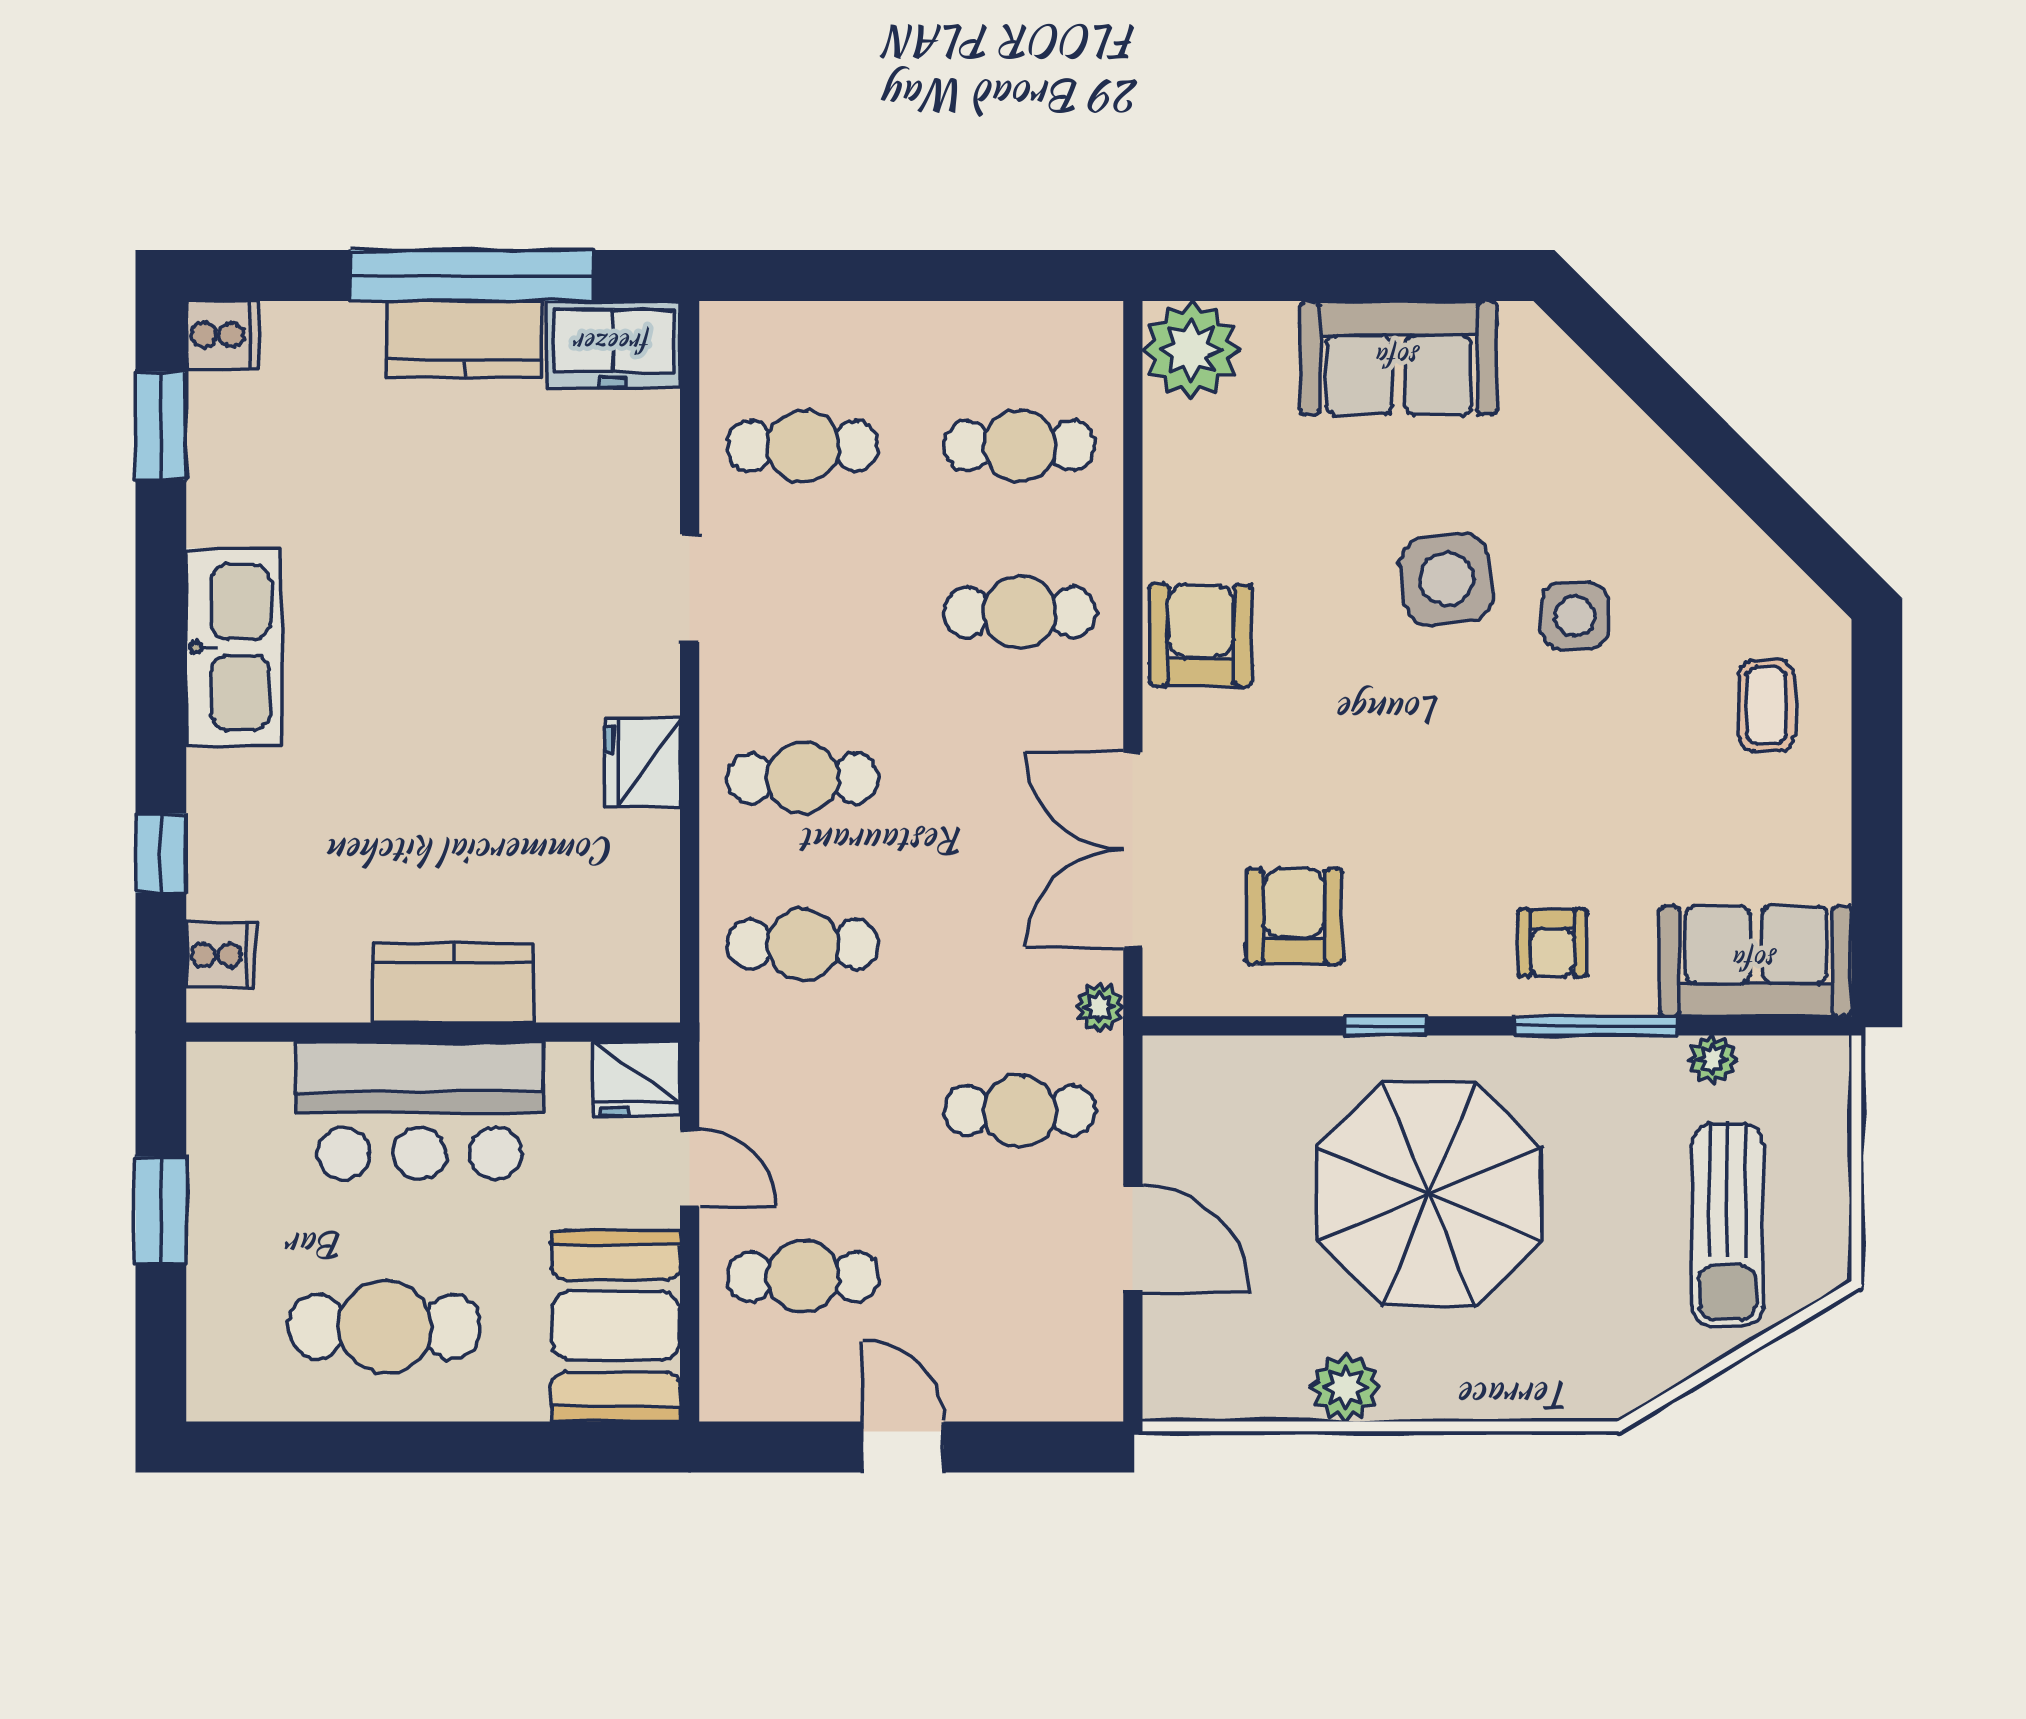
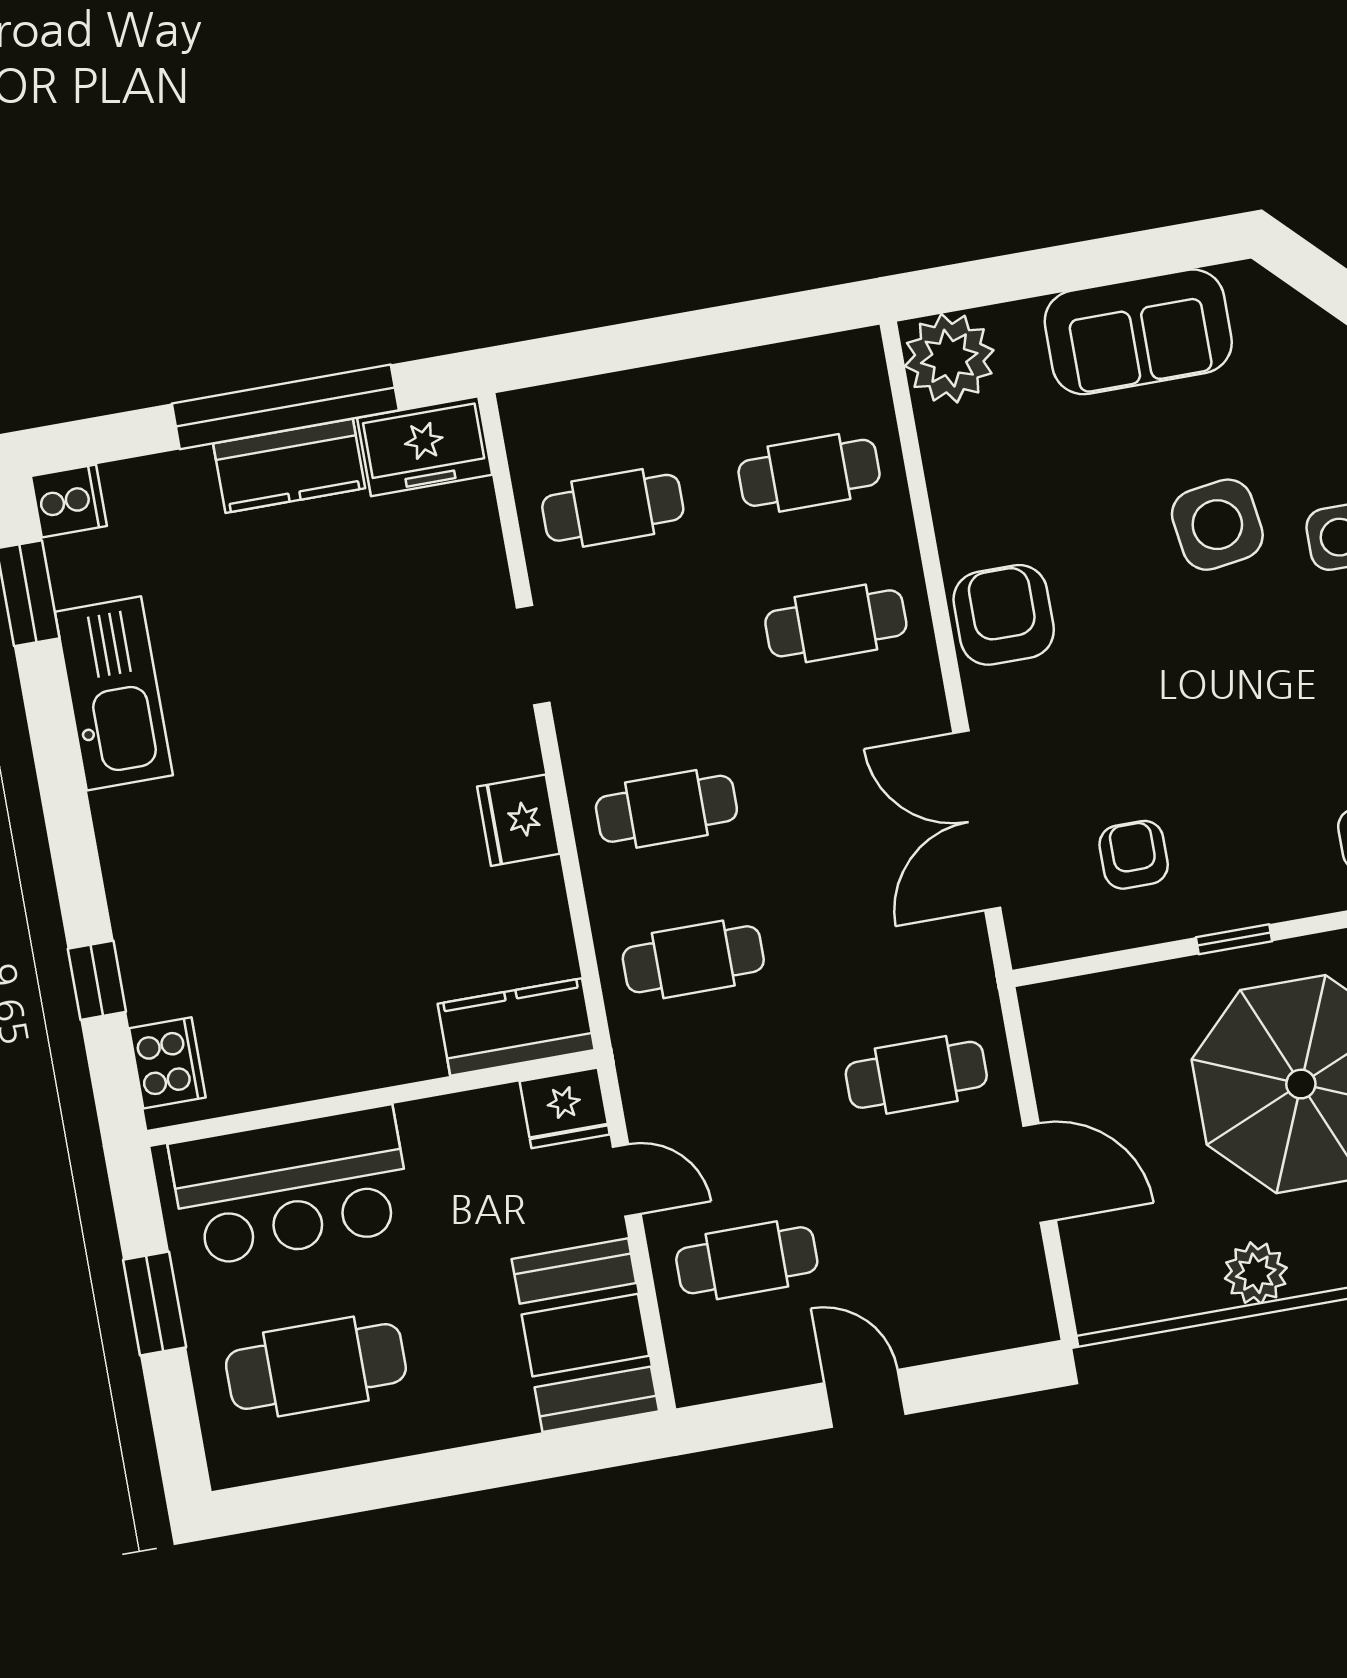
kitchen sink: (234, 647) -> (114, 693), moved
armchair: (1294, 916) -> (1134, 855), width x0.72, depth x0.72
cooker: (221, 955) -> (167, 1063), width x1.36
kitchen counter: (454, 983) -> (516, 1027), moved
plant: (1099, 1007) -> (972, 968), removed
bar counter: (420, 1111) -> (291, 1186), moved
cafe table: (385, 1327) -> (316, 1366), moved

